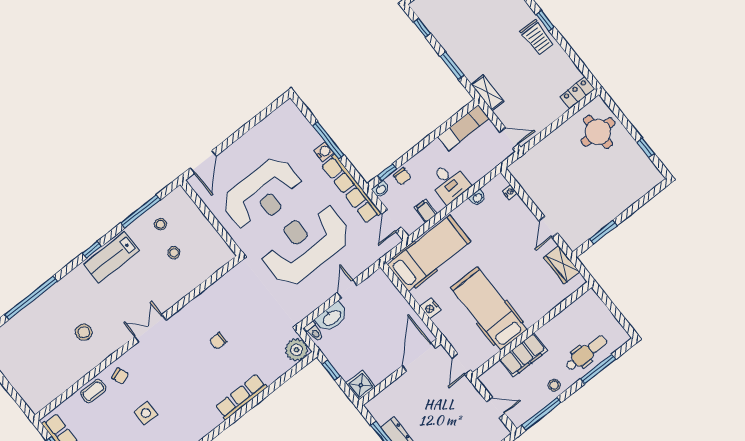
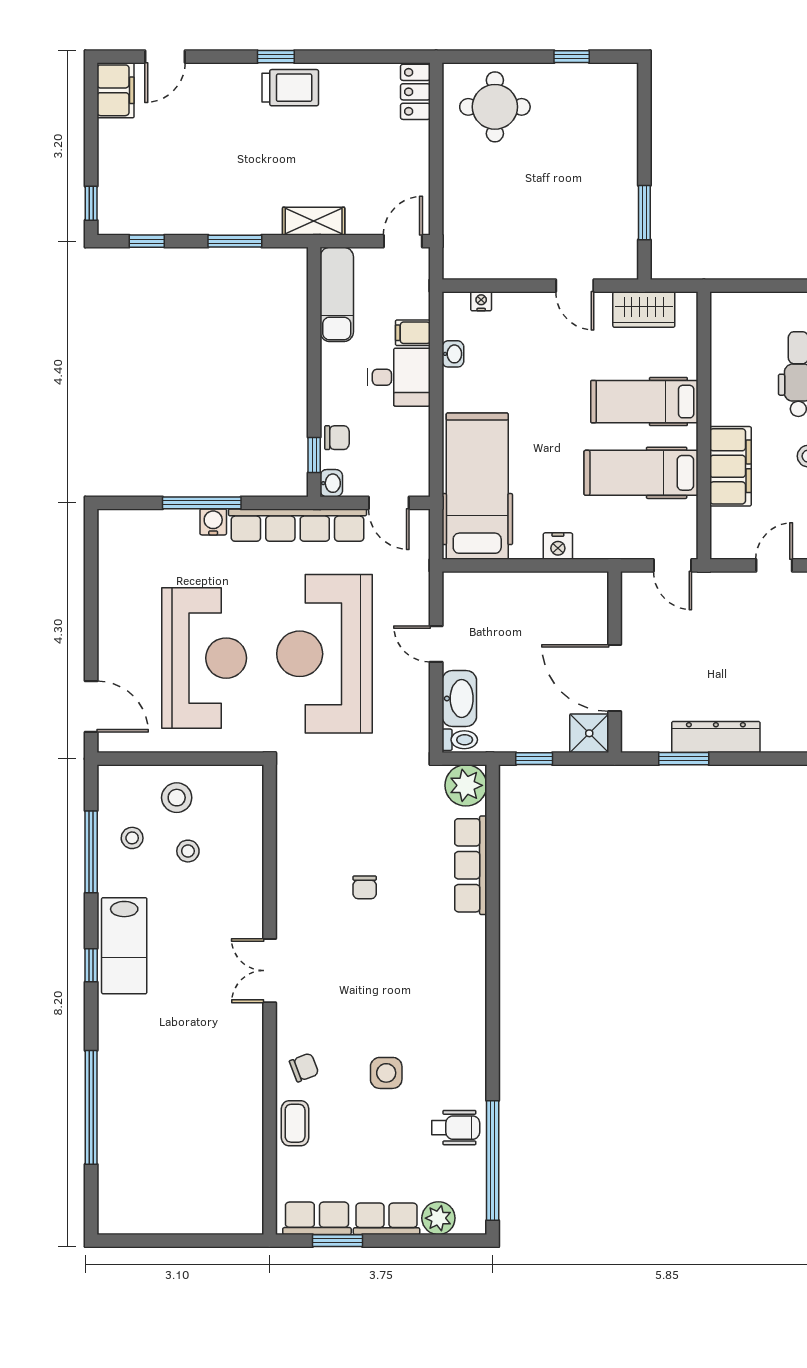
filing cabinet: (426, 211) -> (413, 333), moved
hospital bed: (522, 296) -> (644, 402), added
hospital bed: (489, 309) -> (641, 473), width x0.73, depth x0.78
stool: (84, 332) -> (177, 798), moved
door: (419, 357) -> (615, 678), moved
row of seats: (241, 397) -> (471, 865), moved

